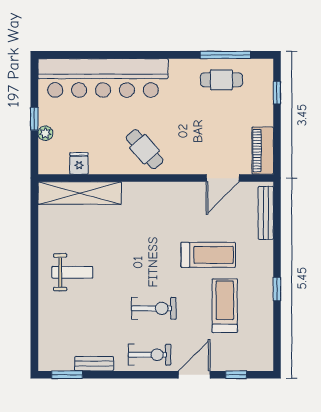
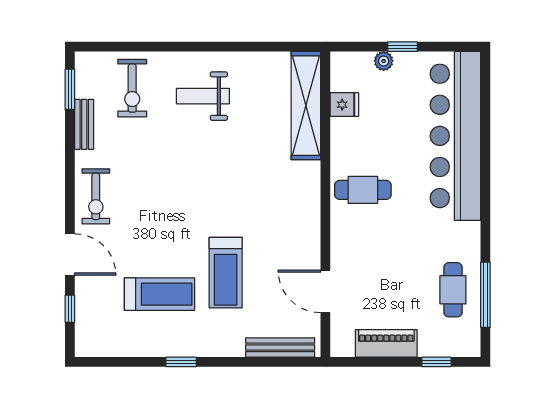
cafe table: (145, 149) -> (363, 190), turned 41
piano: (263, 151) -> (386, 343), moved
weight bench: (72, 272) -> (203, 96), turned 90
exercise bike: (154, 308) -> (132, 88), moved

